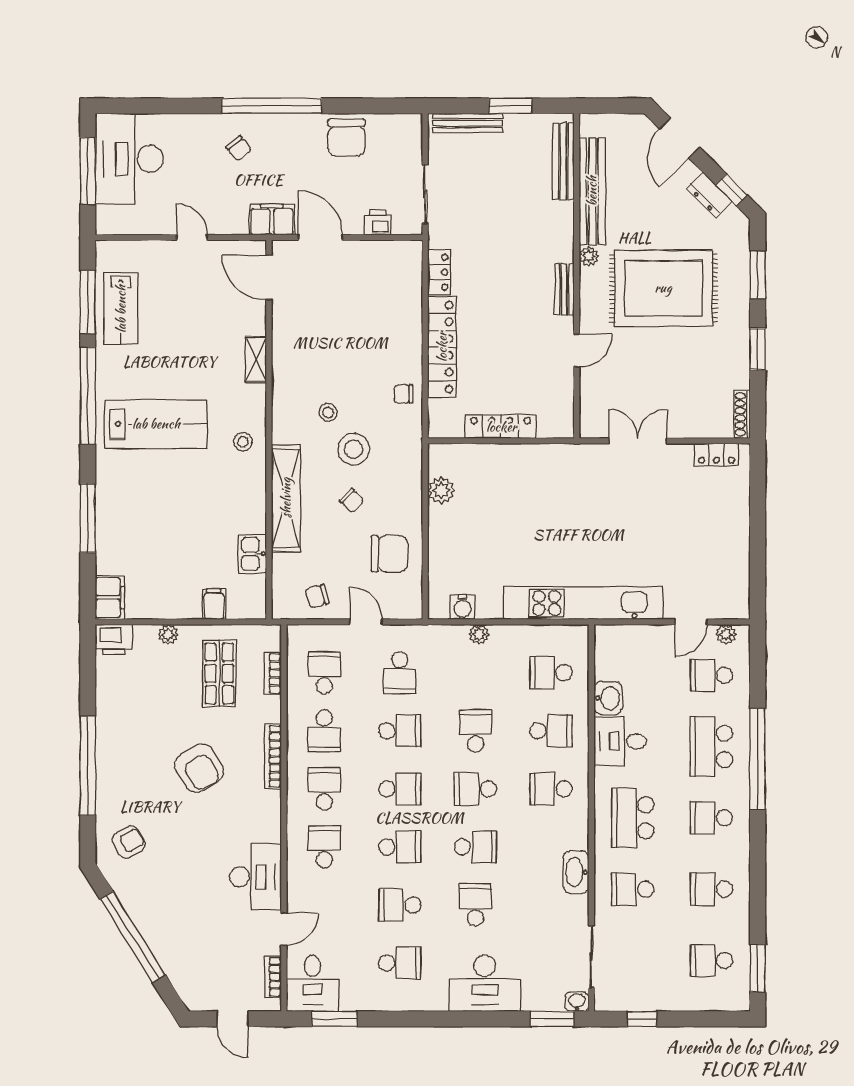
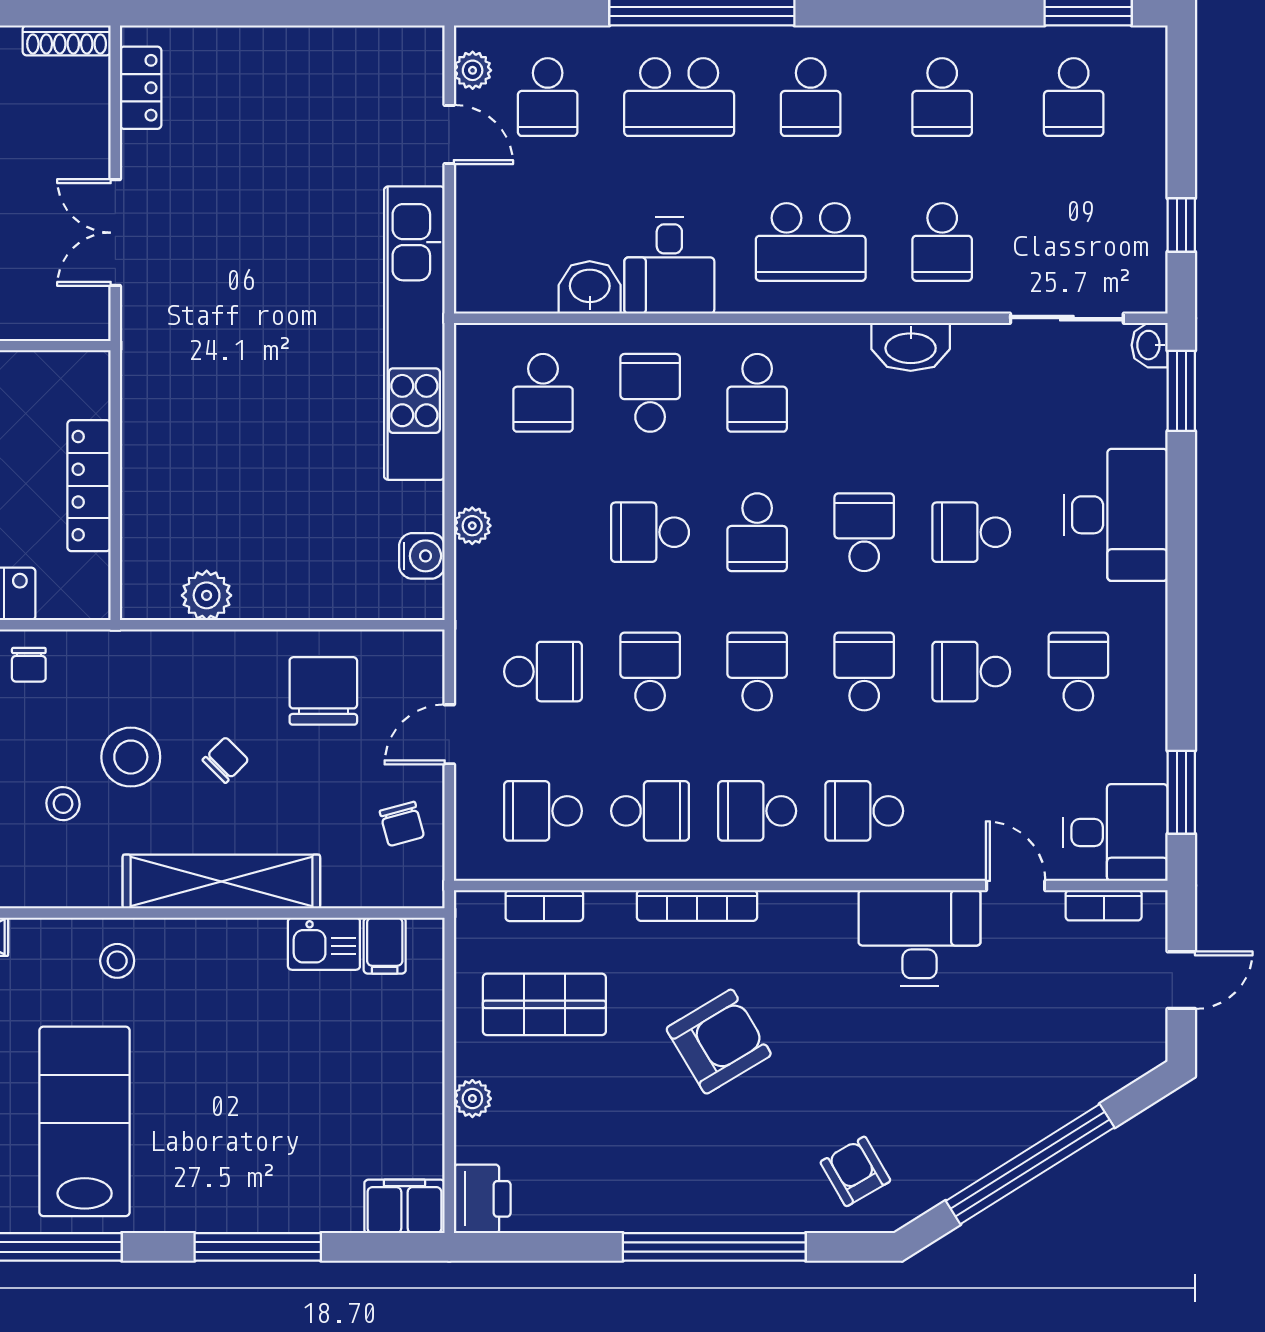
filing cabinet: (214, 604) -> (385, 946), moved, turned -90
school desk: (400, 905) -> (971, 672), turned 90

